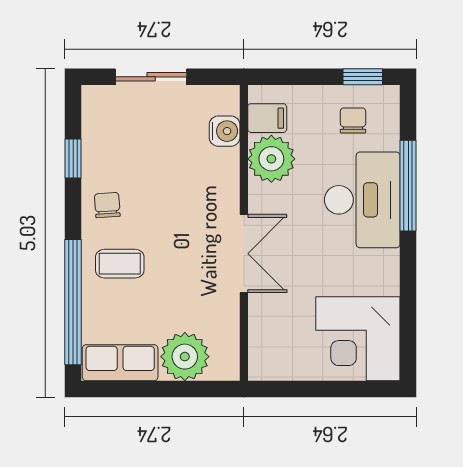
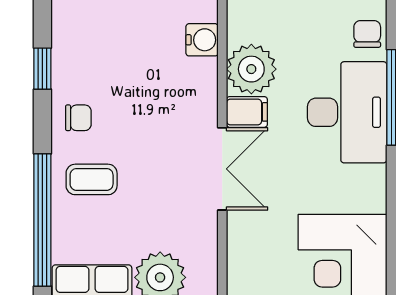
filing cabinet: (267, 118) -> (247, 112), moved
chair: (353, 120) -> (367, 34), moved
chair: (107, 205) -> (78, 118), turned 94

